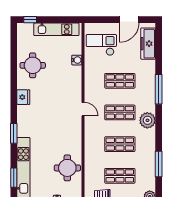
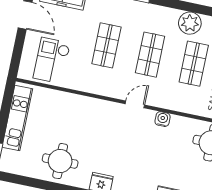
water cooler: (77, 60) -> (163, 119), moved
plant: (147, 120) -> (190, 23), moved

